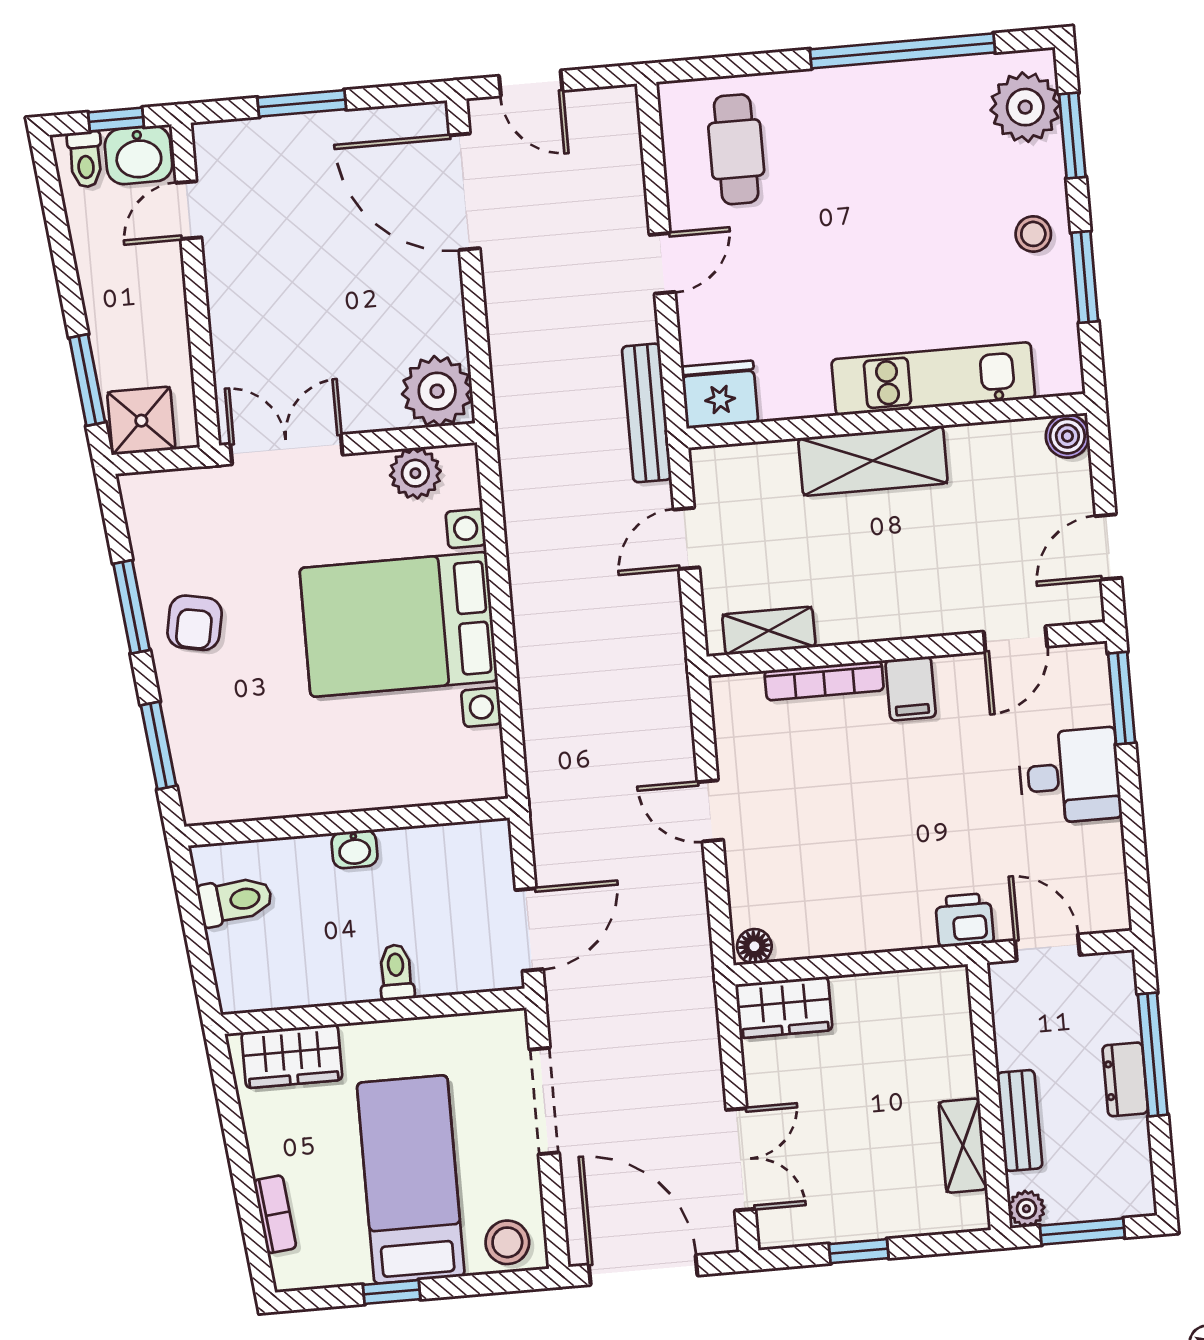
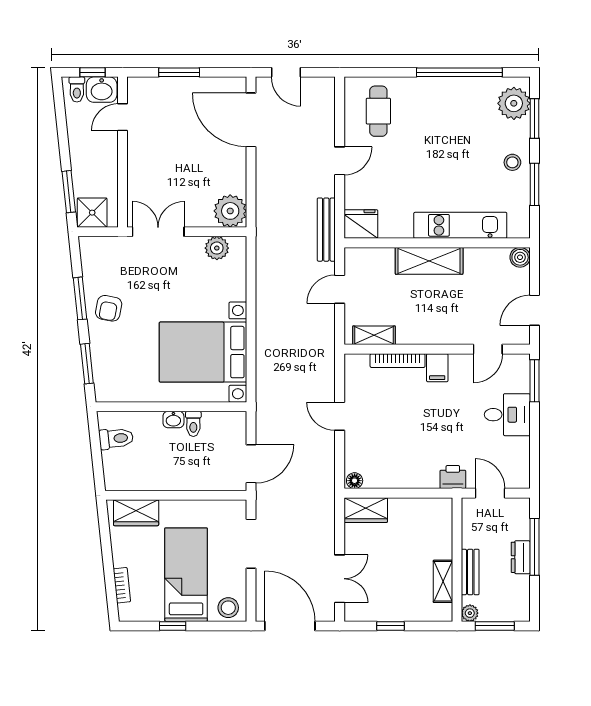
bed with nightstands: (399, 624) -> (203, 352), moved
toilet: (396, 972) -> (193, 424), moved, turned 180

